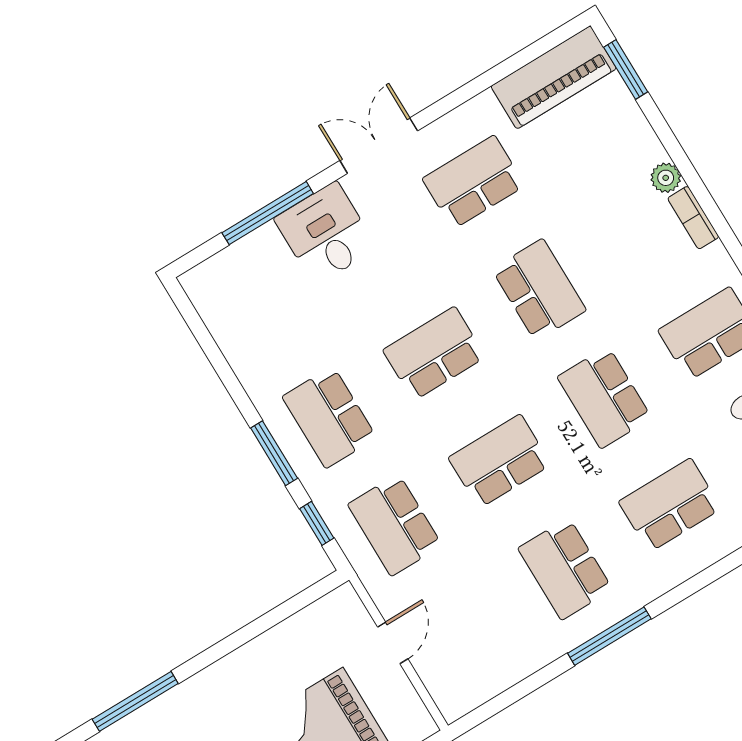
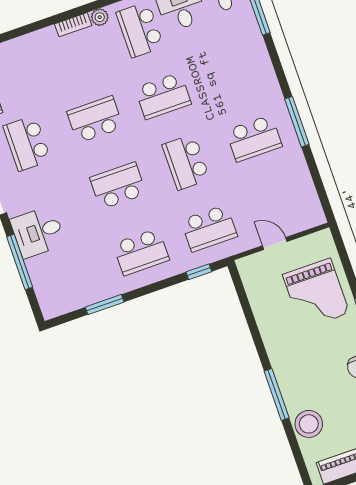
plant: (666, 178) -> (100, 17), moved
school desk: (434, 354) -> (118, 186), turned 90
window: (274, 453) -> (105, 305), moved
school desk: (670, 505) -> (231, 72), removed

